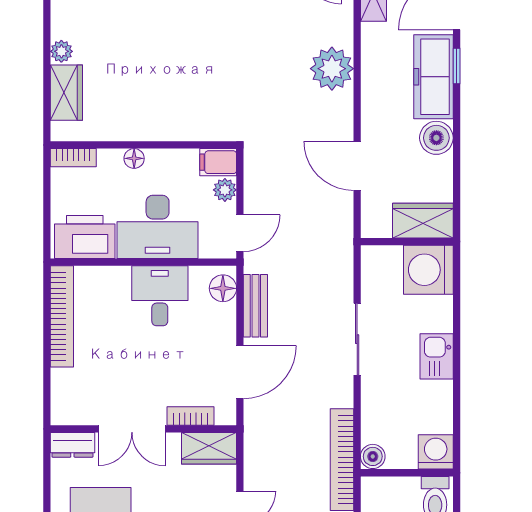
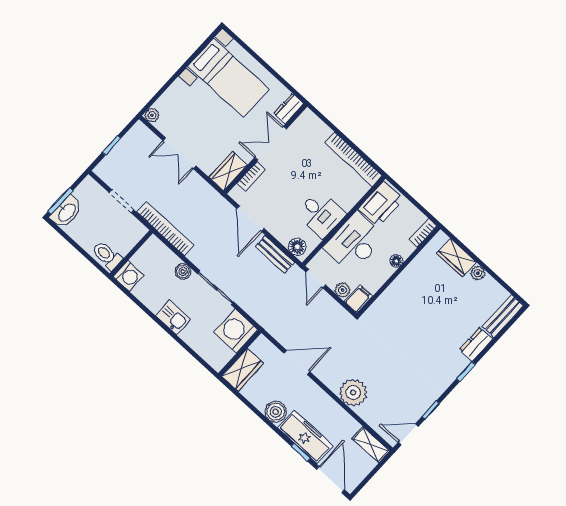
washing machine: (428, 270) -> (236, 331), moved, turned -90
boiler: (373, 456) -> (183, 271), moved

